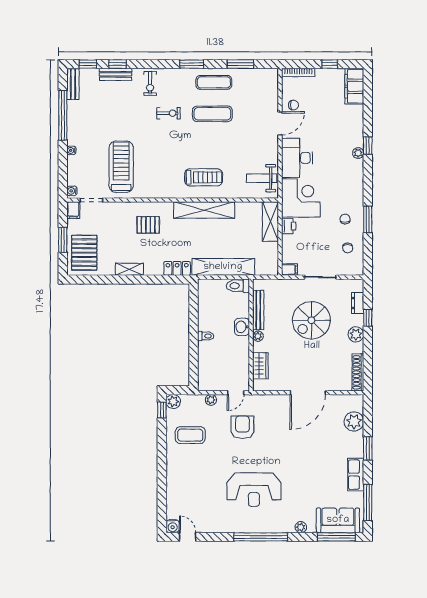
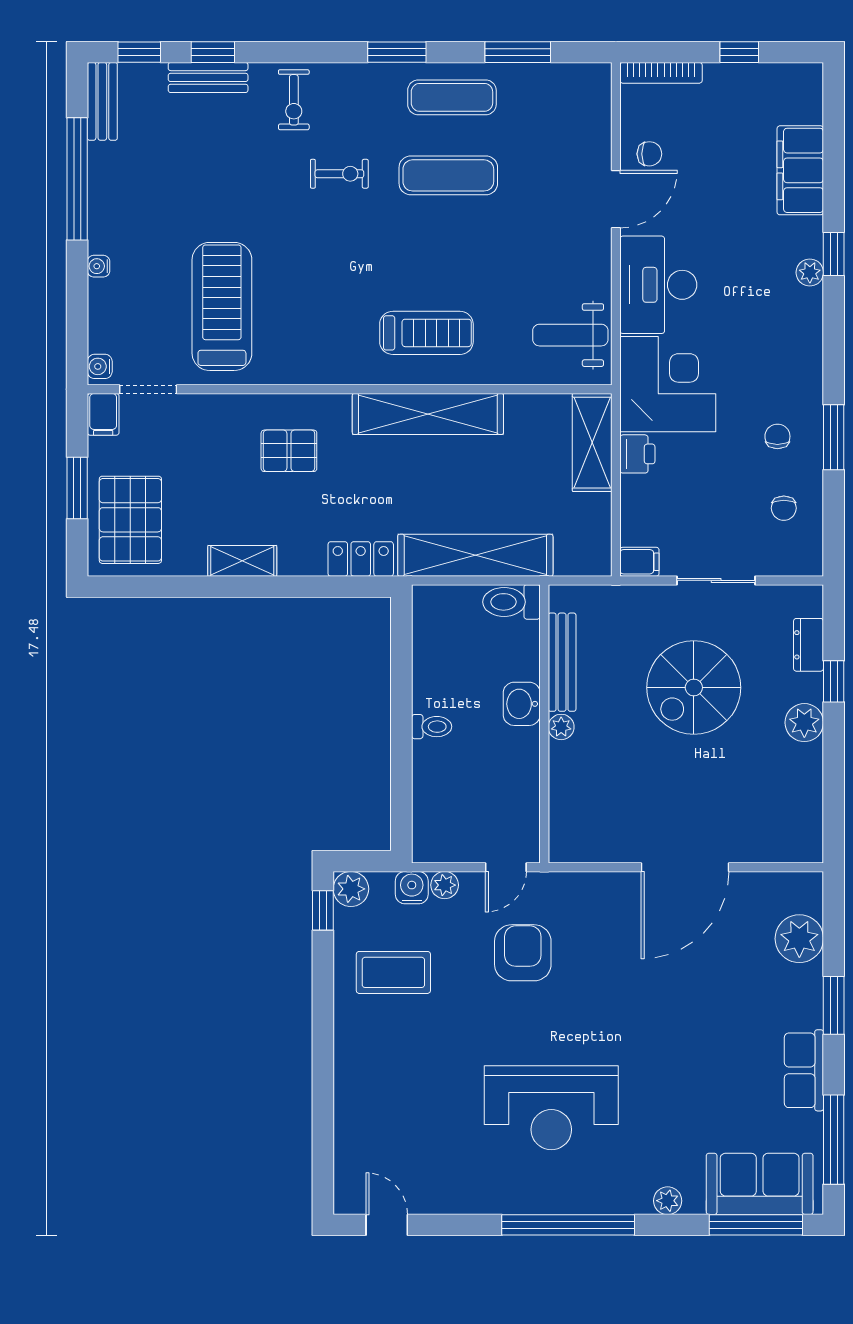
filing cabinet: (354, 86) -> (800, 170), moved
wardrobe: (260, 366) -> (567, 800), removed
shoe rack: (358, 372) -> (809, 817), removed
water cooler: (173, 526) -> (412, 888), moved, turned 180

